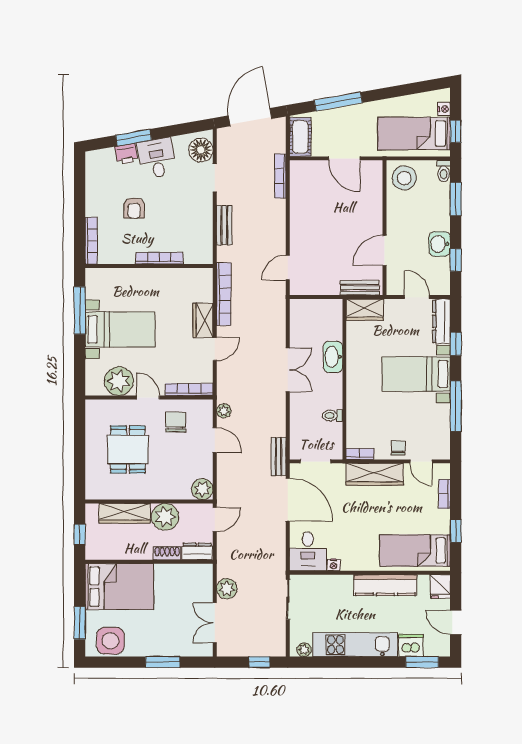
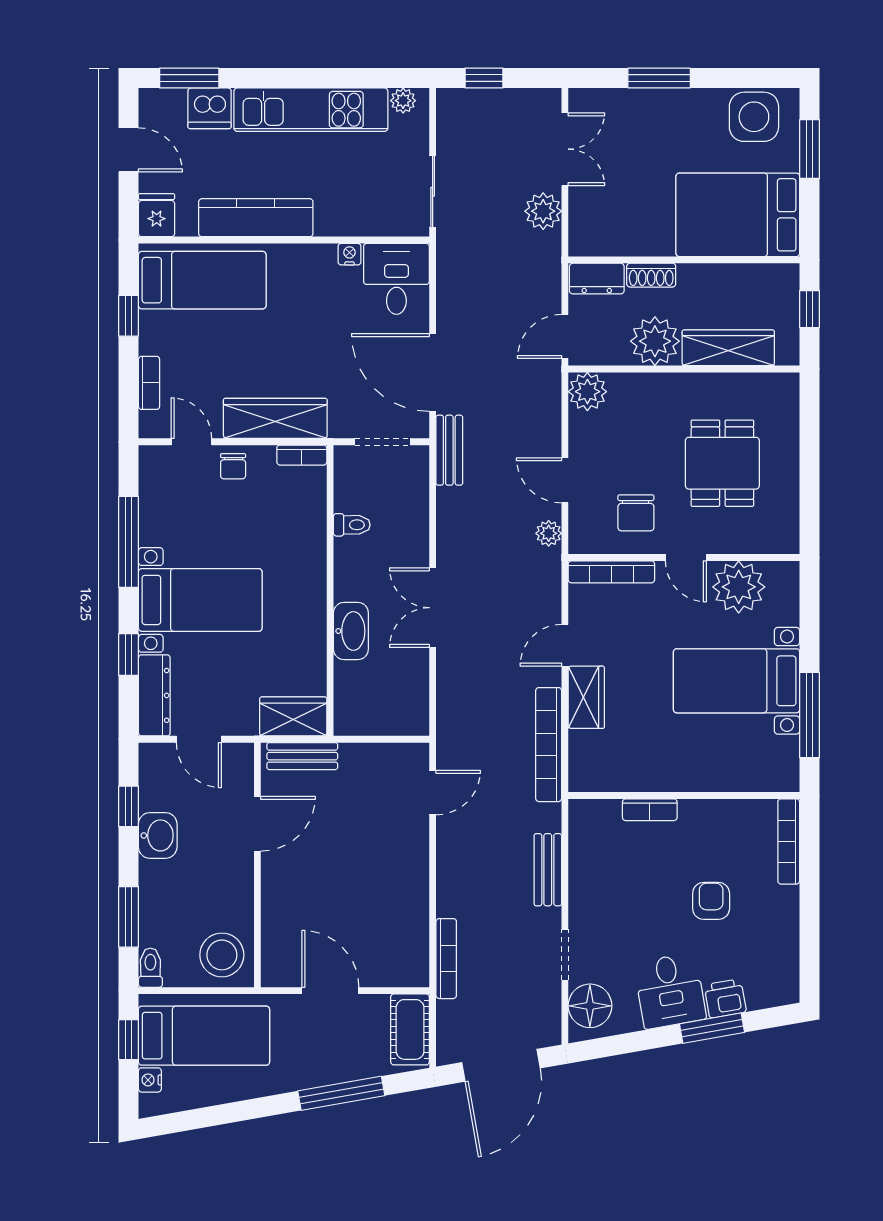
bookcase: (159, 258) -> (650, 810), width x0.64

